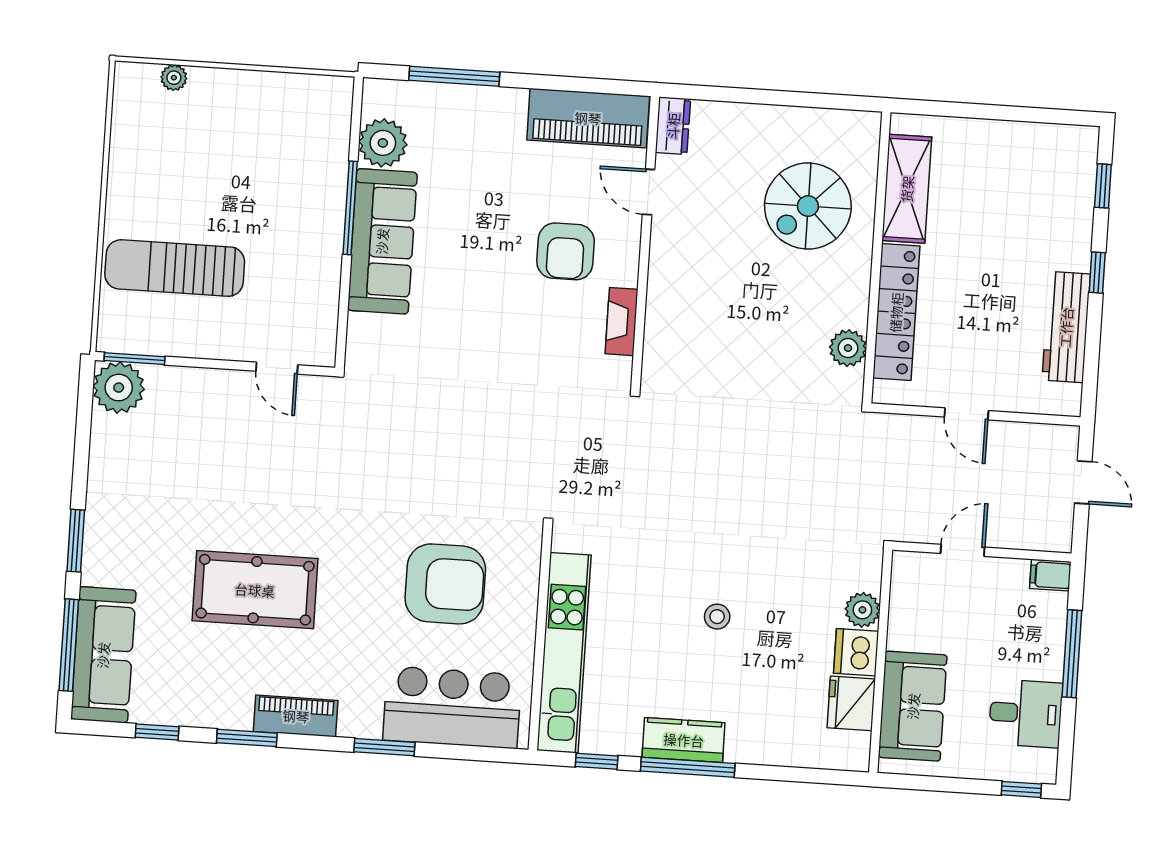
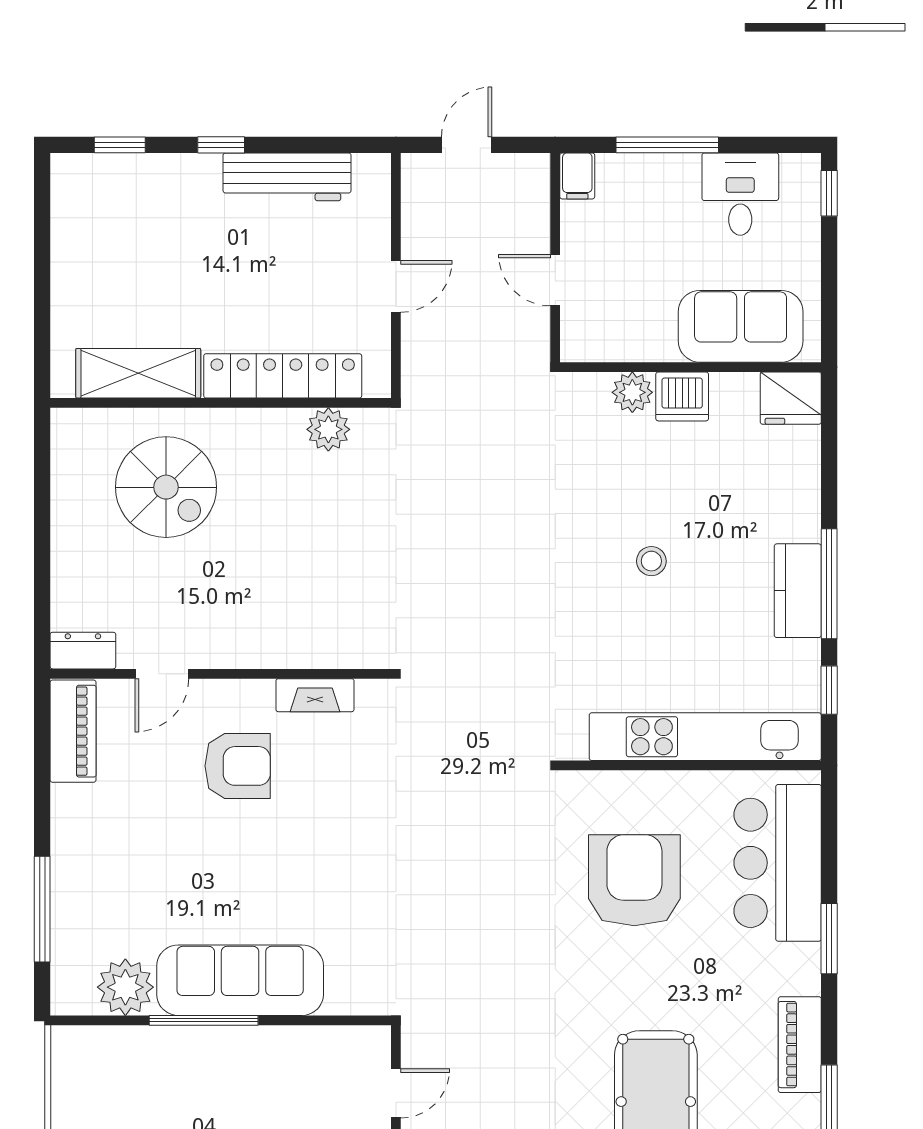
piano: (588, 118) -> (73, 731), width x0.73, depth x0.75
fridge: (851, 703) -> (791, 398), moved

